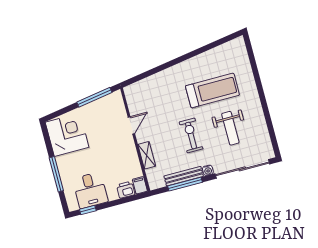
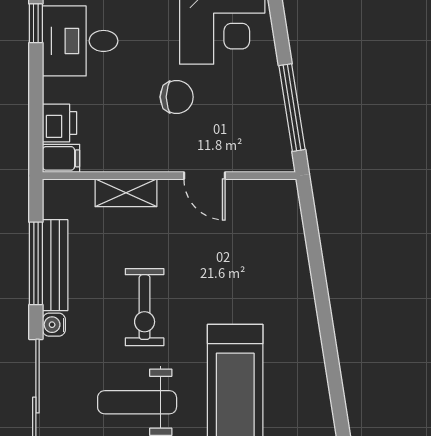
exercise bike: (191, 135) -> (145, 307), turned 90
chair: (103, 145) -> (177, 97), added

